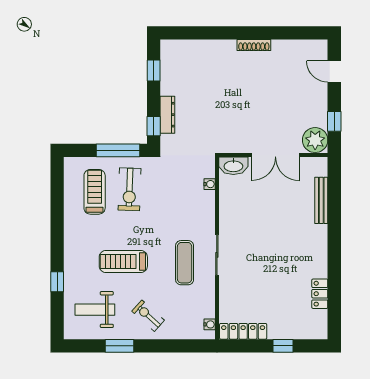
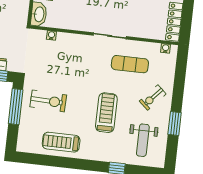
treadmill: (95, 192) -> (61, 142), moved
treadmill: (123, 262) -> (106, 113), turned 180
exercise mat: (185, 263) -> (130, 64), moved

